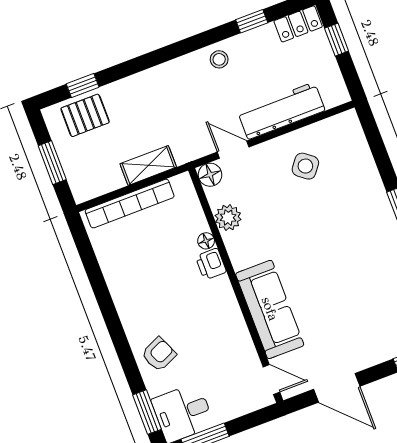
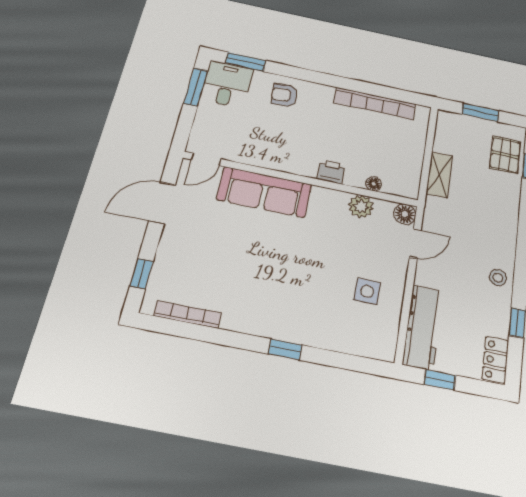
window: (337, 40) -> (440, 380), moved
workbench: (281, 111) -> (423, 327), moved
side table: (305, 166) -> (367, 291), turned -38
bookcase: (130, 204) -> (375, 103), moved, turned -90
floor lamp: (206, 241) -> (374, 184), moved
armchair: (159, 354) -> (284, 95), turned 110

